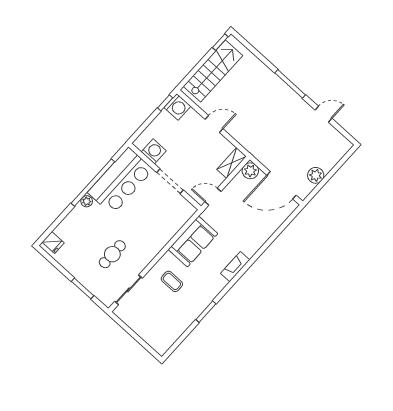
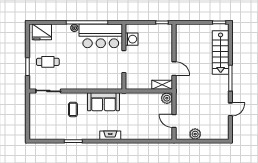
stairs: (213, 71) -> (221, 52), moved, turned 90
washing machine: (178, 107) -> (166, 31), removed
door: (323, 114) -> (230, 109), hinge flipped
door: (214, 124) -> (174, 69), moved
door: (282, 185) -> (174, 121), width x0.53
door: (213, 197) -> (136, 91), removed
fridge: (53, 242) -> (42, 32), width x1.88, depth x1.34
cafe table: (112, 254) -> (48, 62), moved

